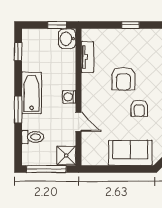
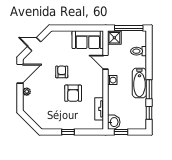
armchair: (123, 79) -> (73, 93), turned 180
window: (18, 110) -> (149, 89), moved
sofa: (130, 153) -> (88, 40), moved

